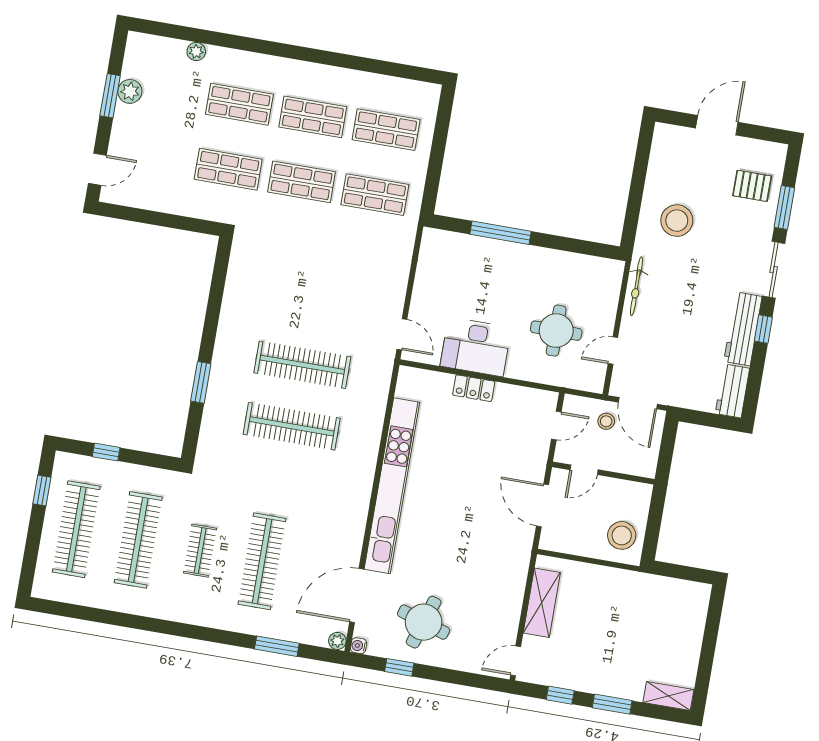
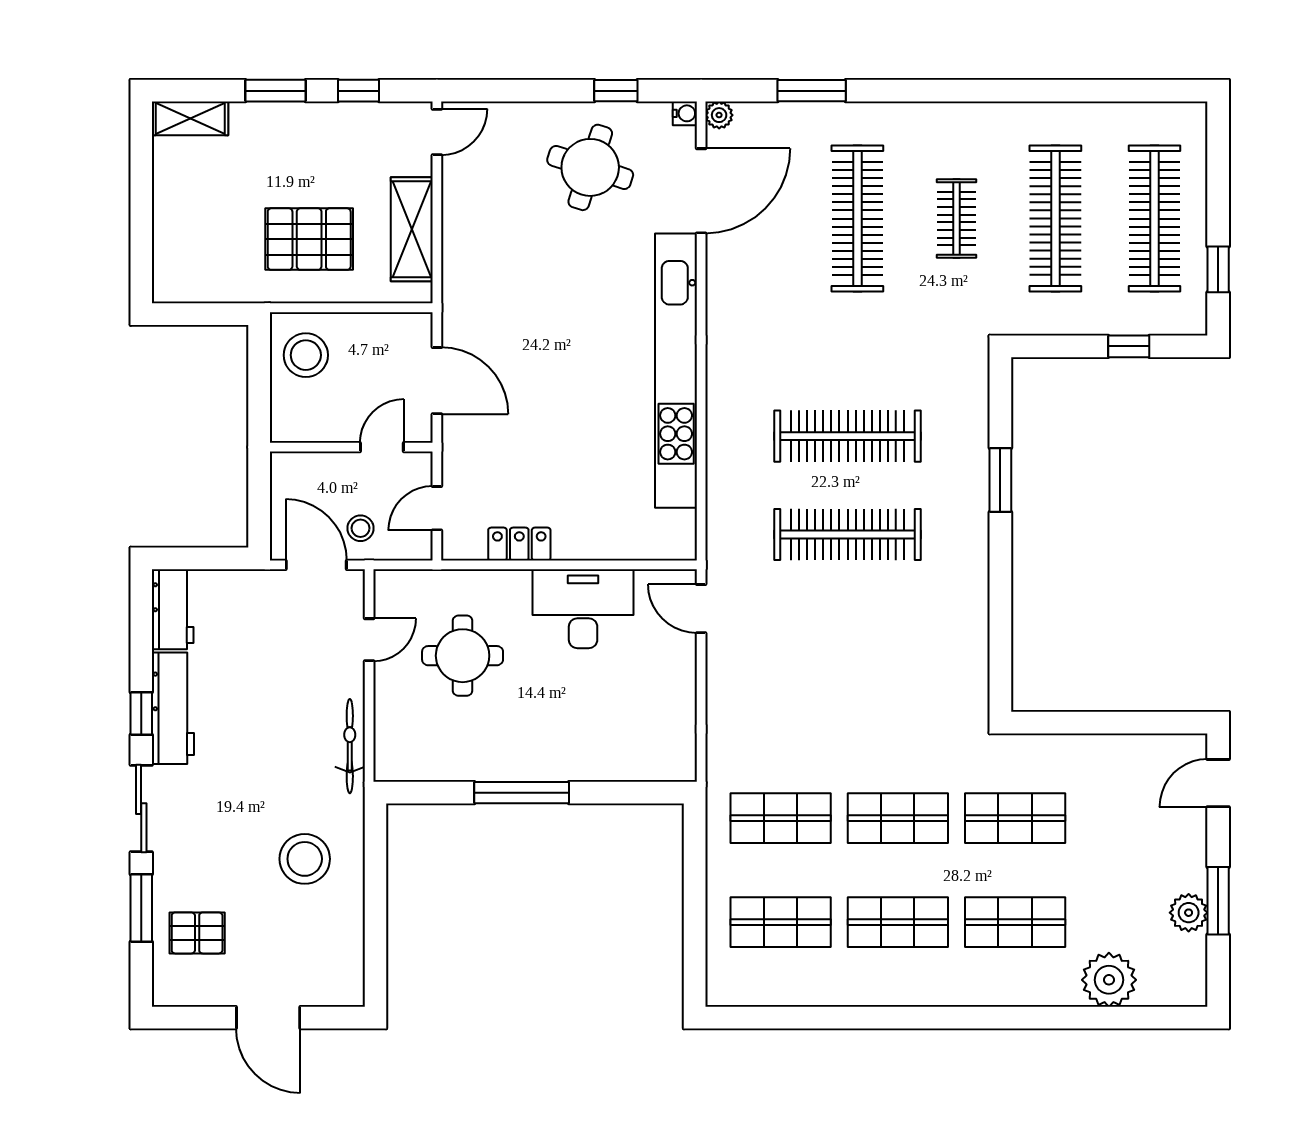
plant: (196, 51) -> (1109, 980), width x1.88, depth x1.88
door: (717, 125) -> (268, 1018), hinge flipped
window: (501, 233) -> (522, 793), moved
locker: (474, 388) -> (519, 544), moved
pallet: (607, 608) -> (309, 239), added

